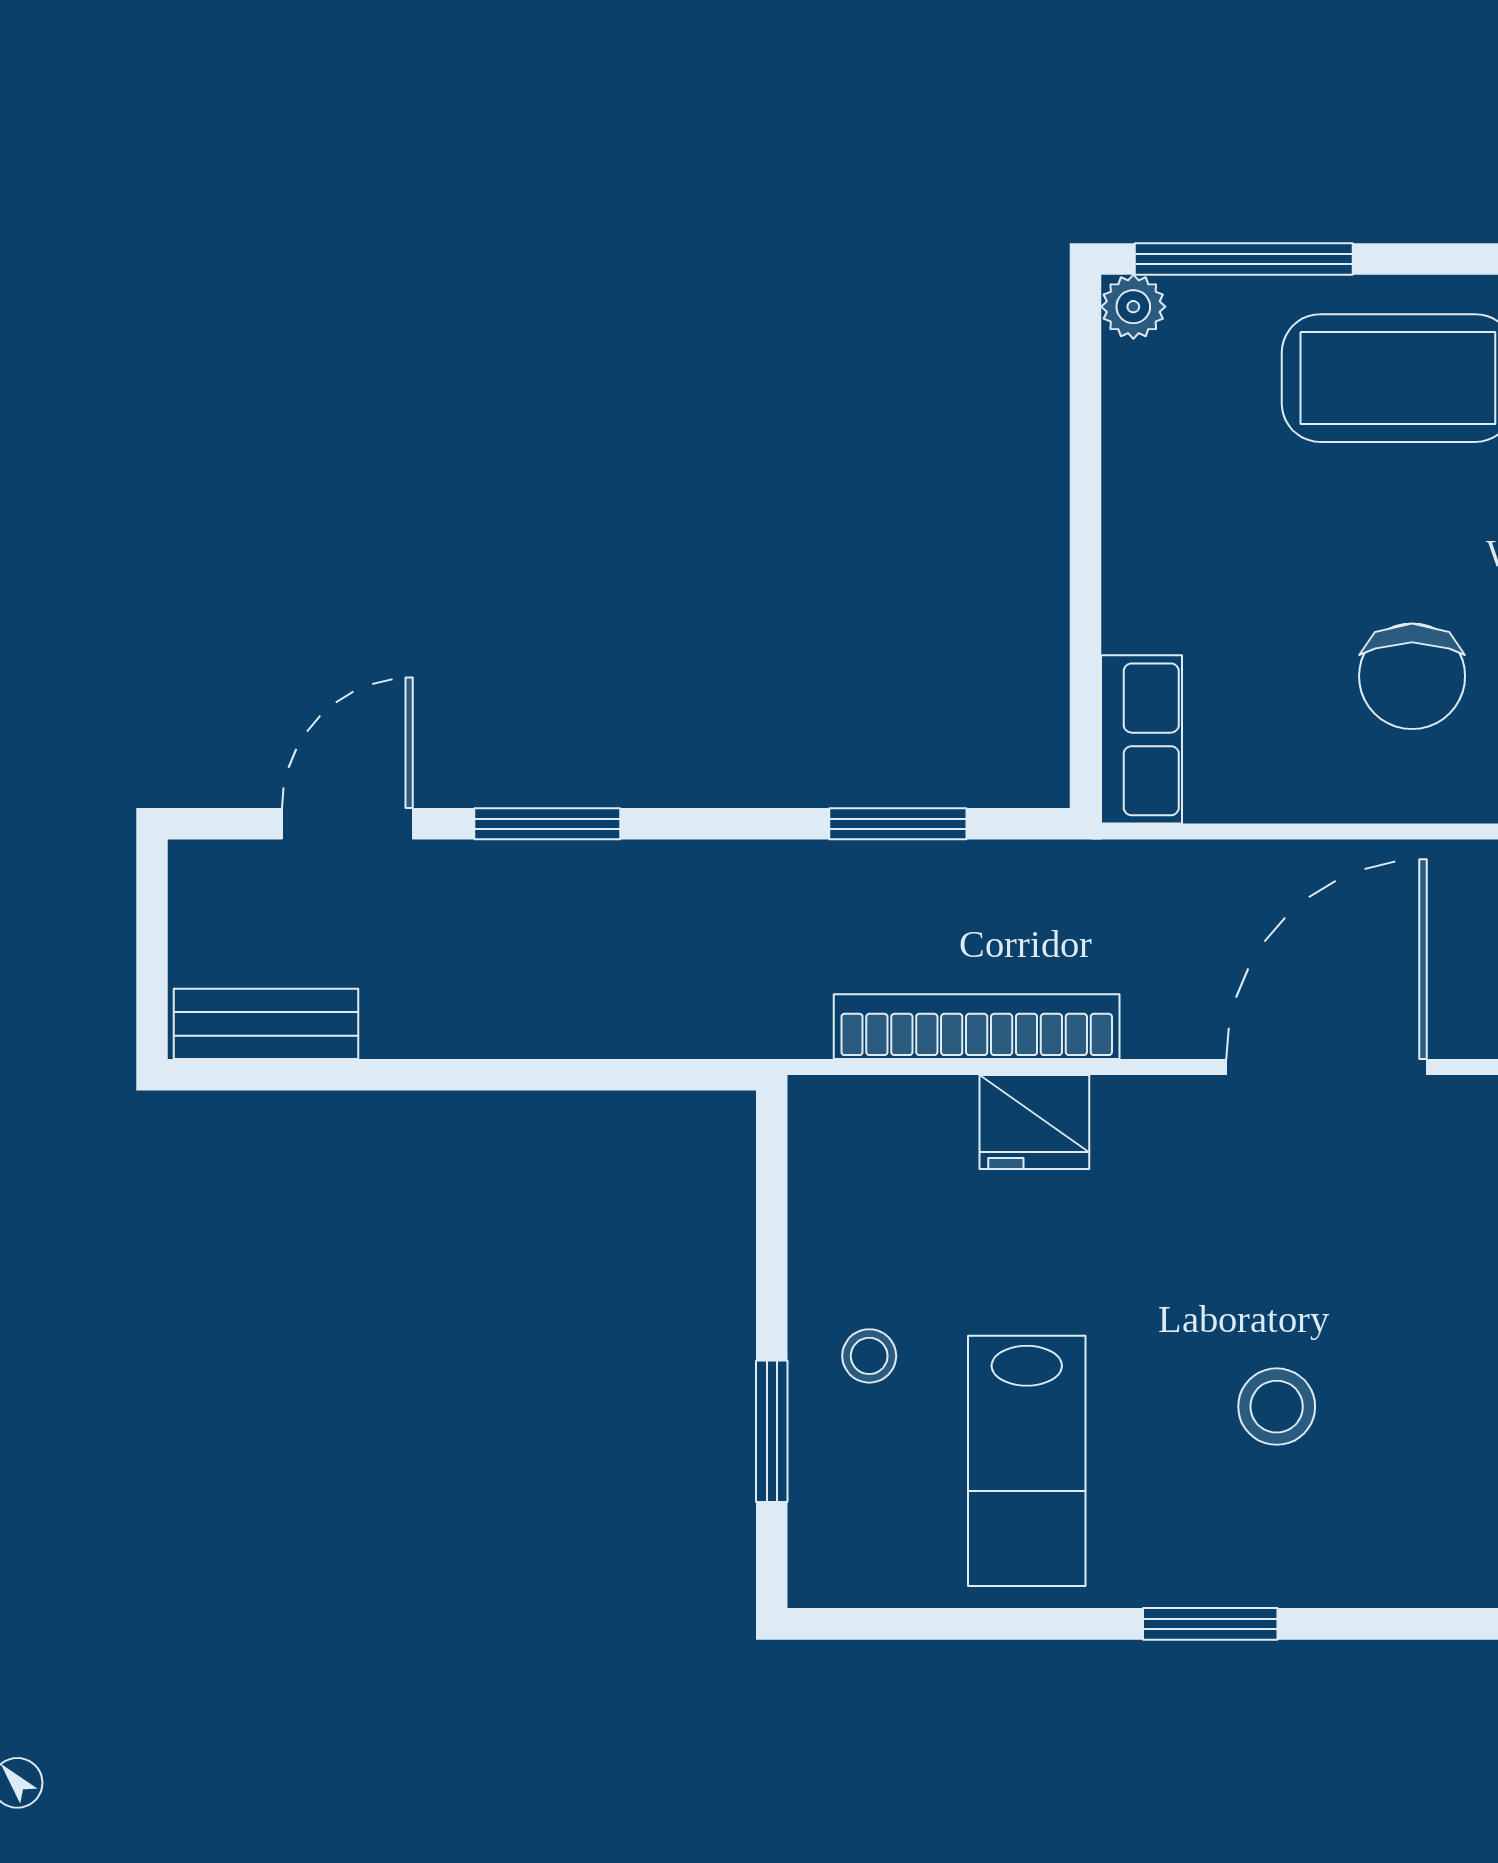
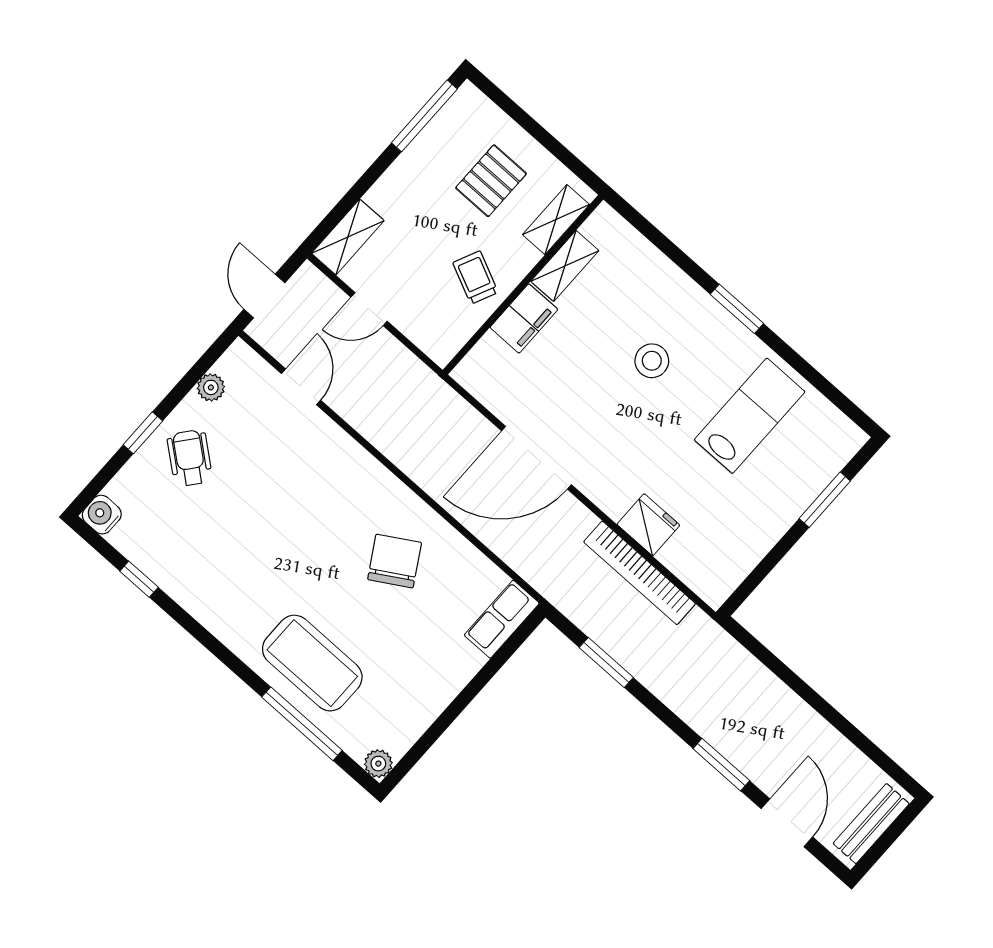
window: (1244, 259) -> (302, 724), moved
chair: (1412, 676) -> (395, 561), turned -31
door: (347, 824) -> (787, 823), swing flipped
bench: (266, 1024) -> (871, 824), moved, turned 90
stool: (869, 1356) -> (771, 496), removed

